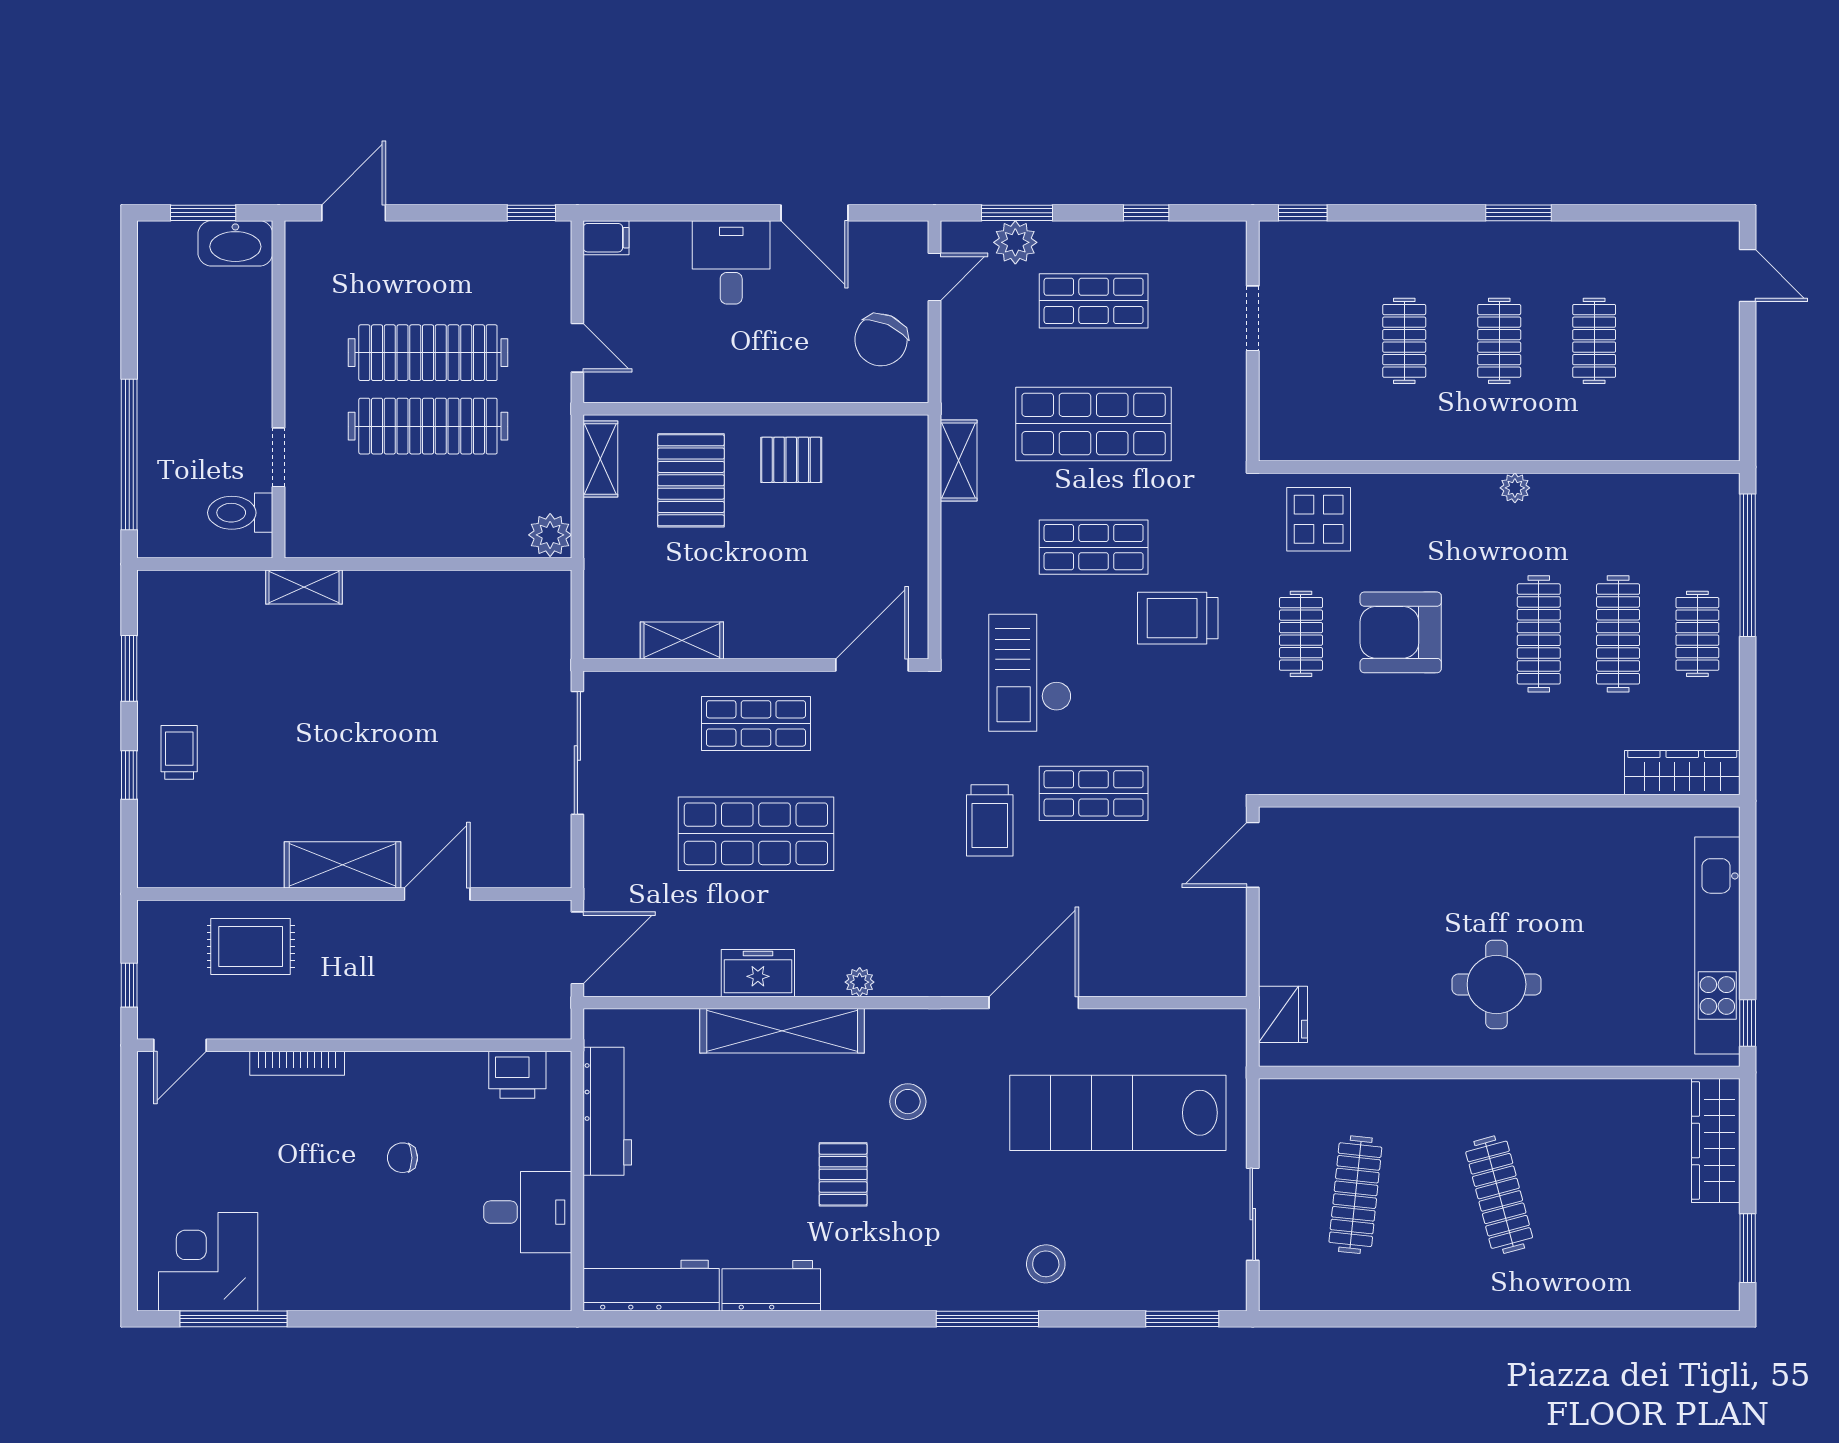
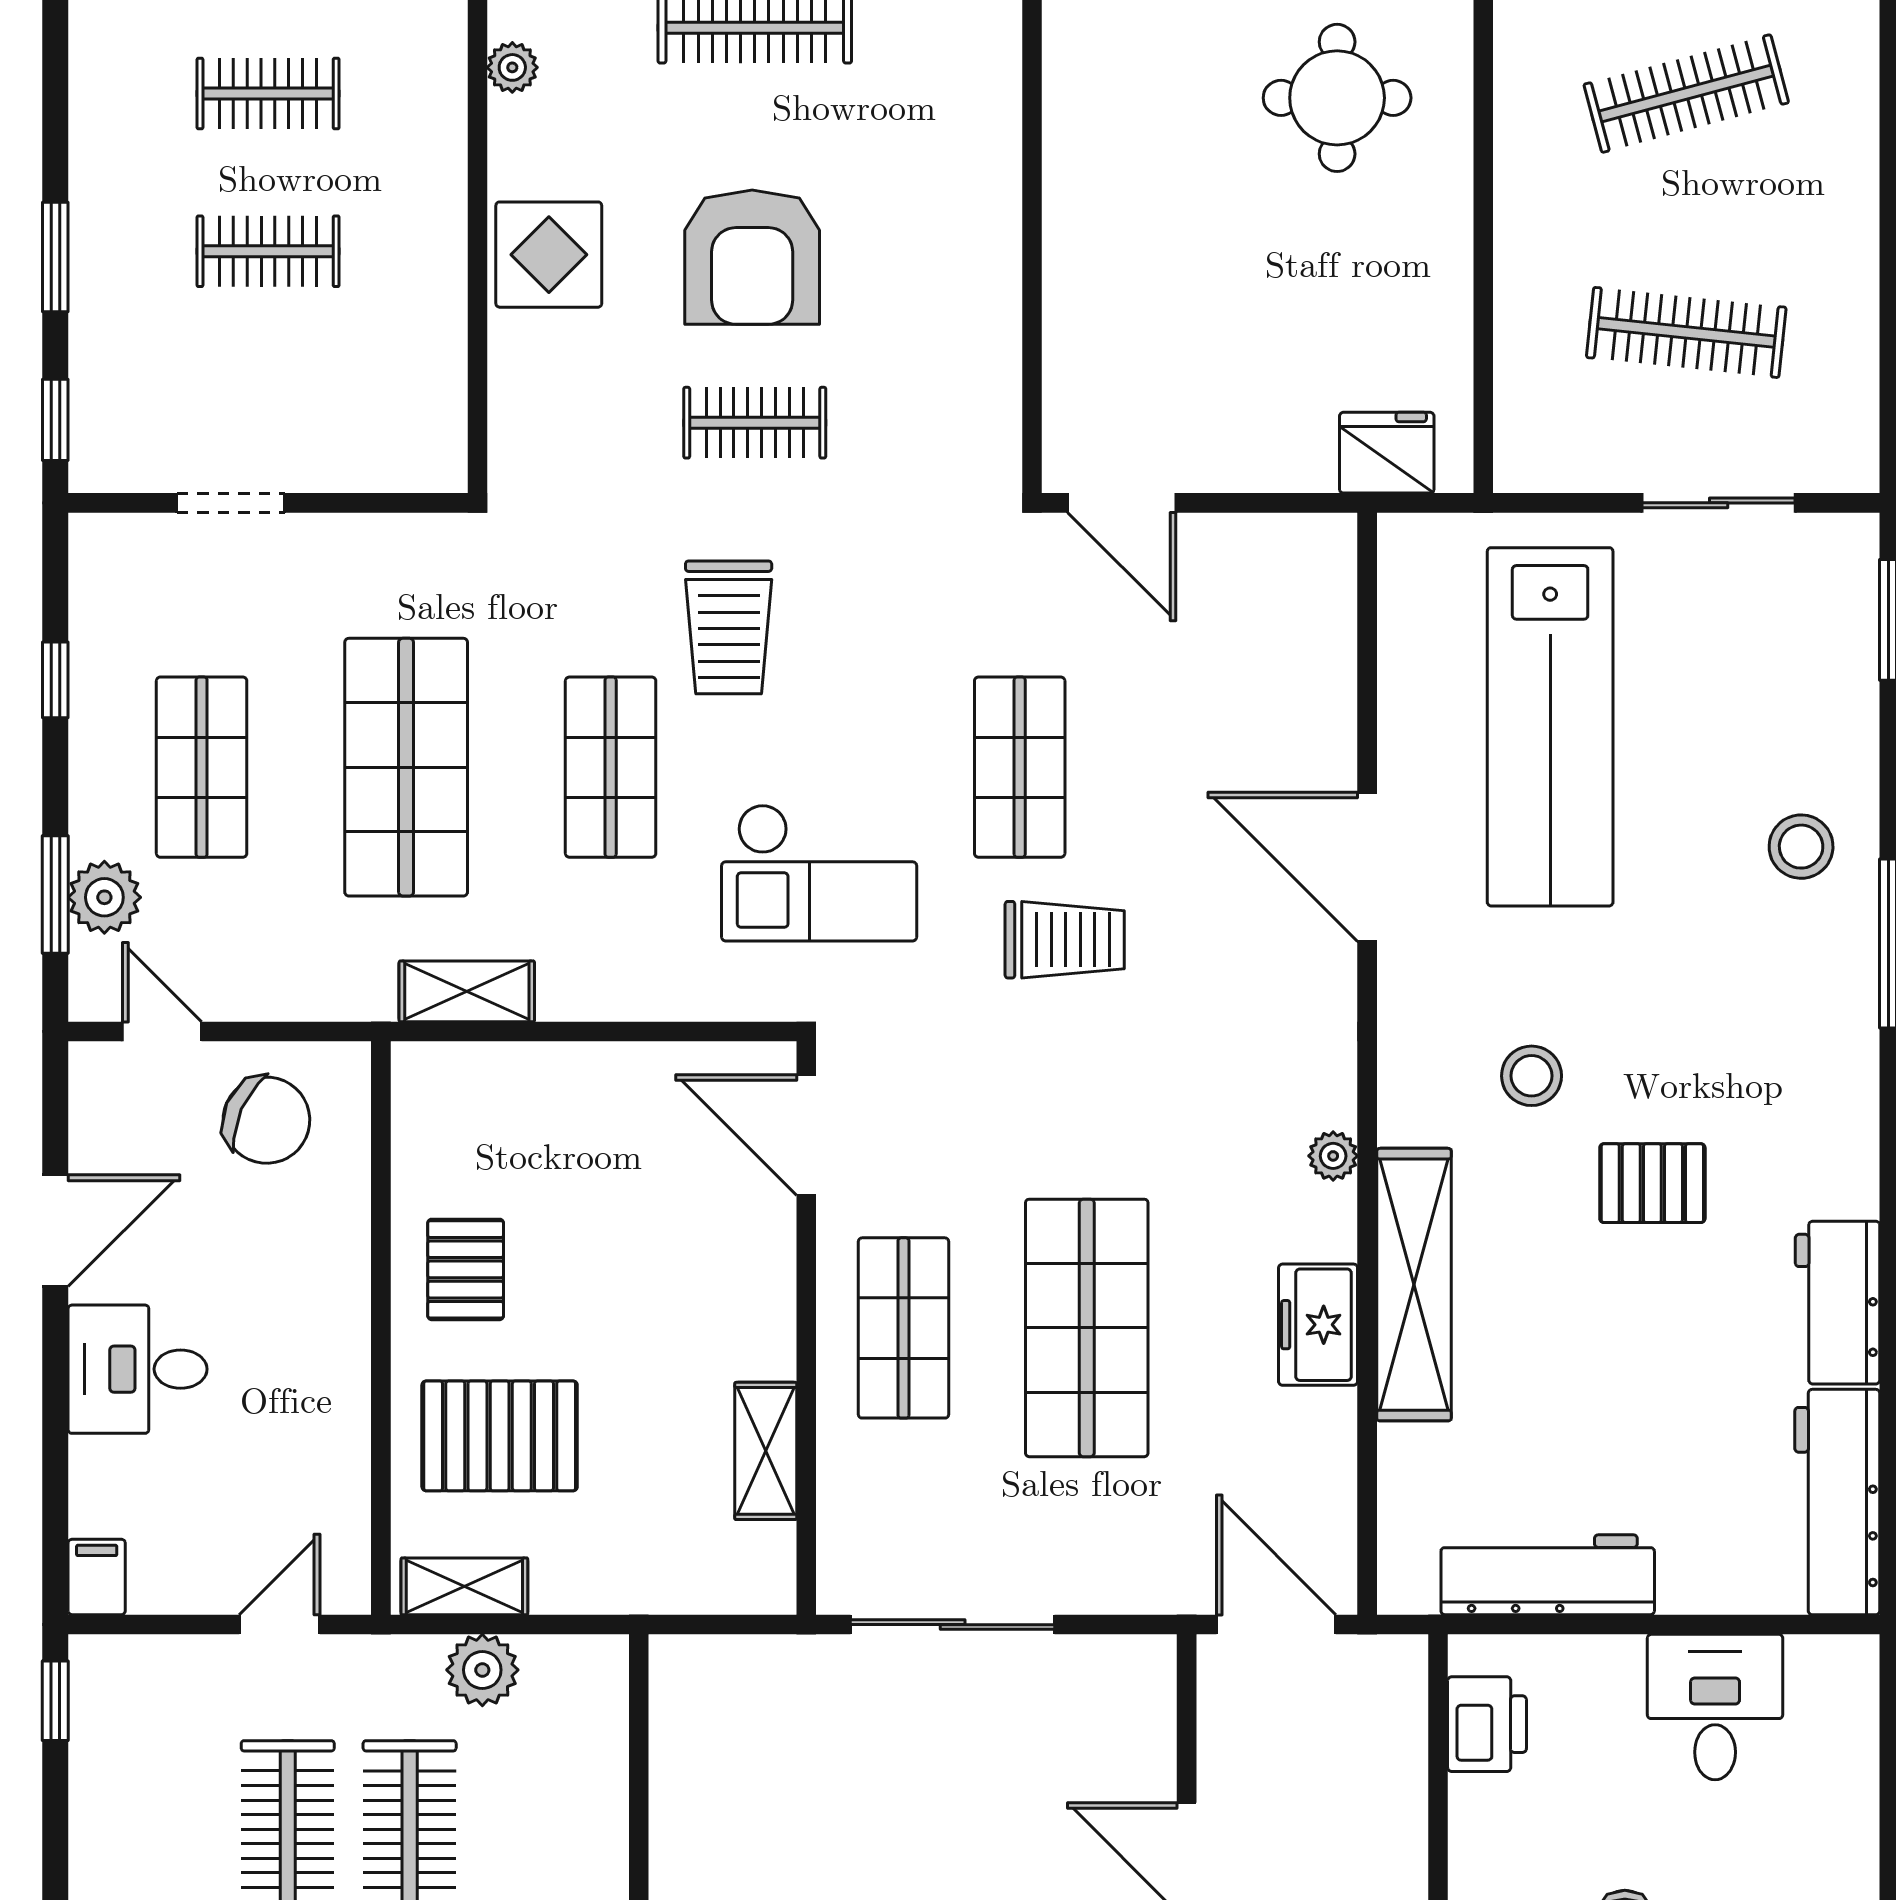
window: (1519, 213) -> (55, 257), moved
display table: (1319, 519) -> (549, 255), moved
plant: (550, 535) -> (482, 1670), moved

